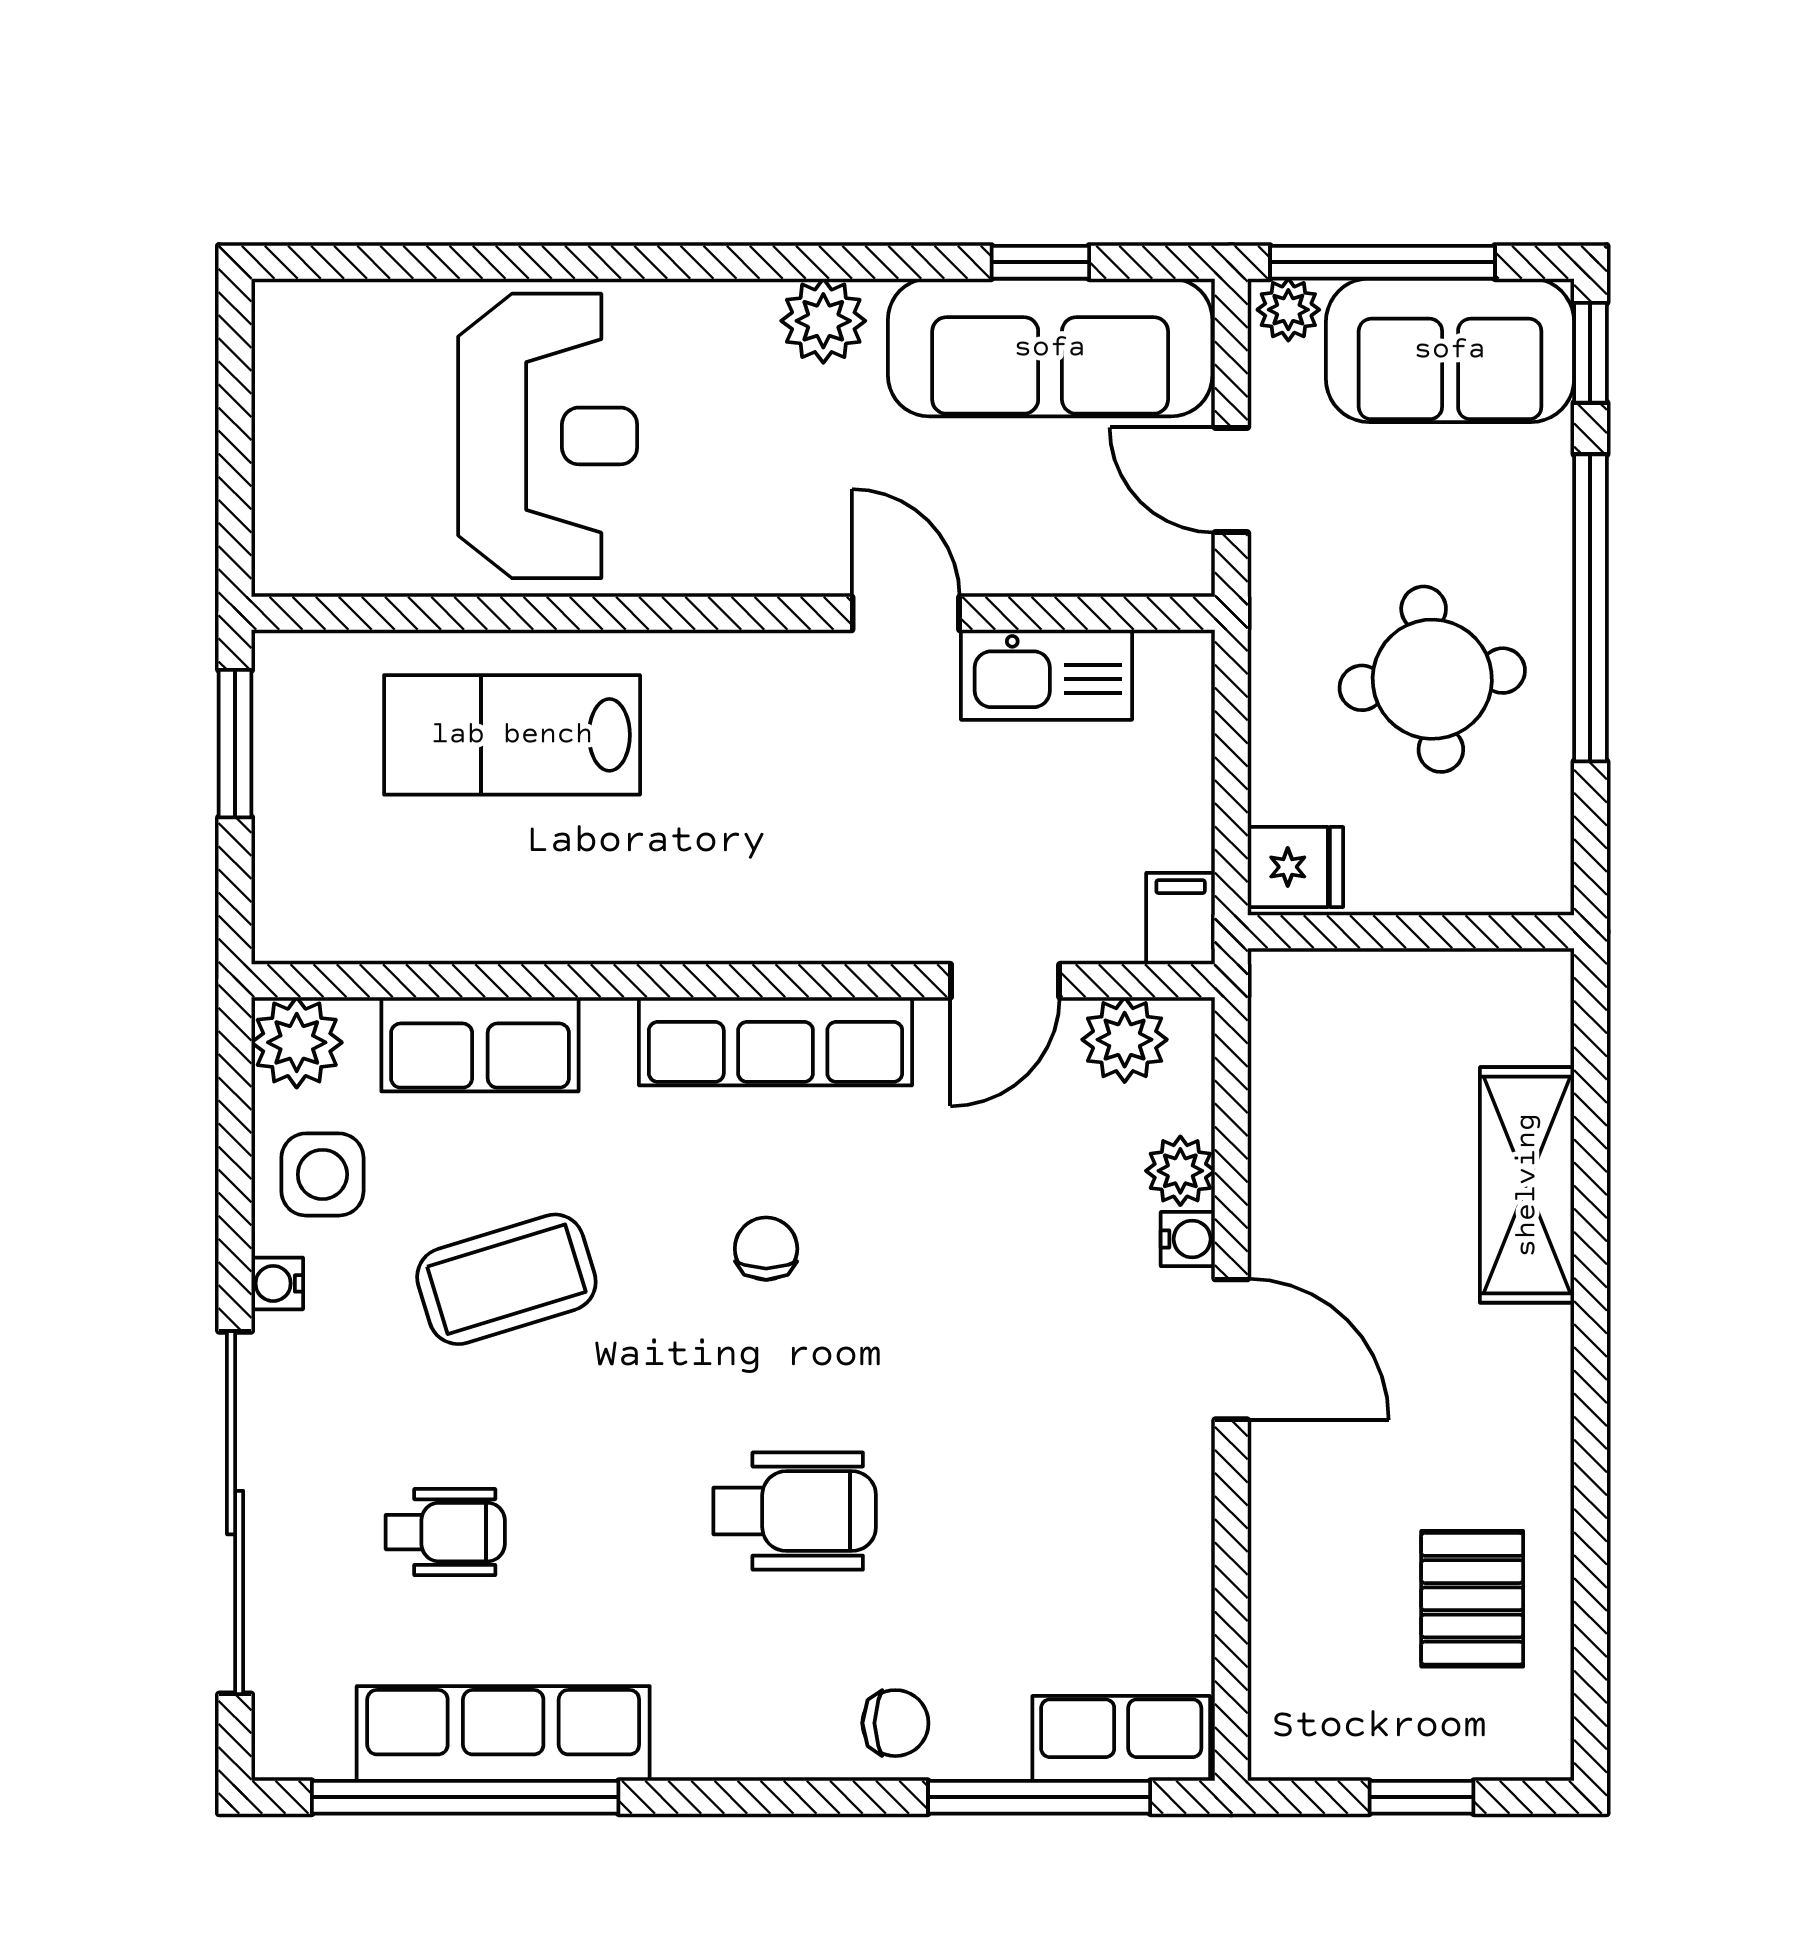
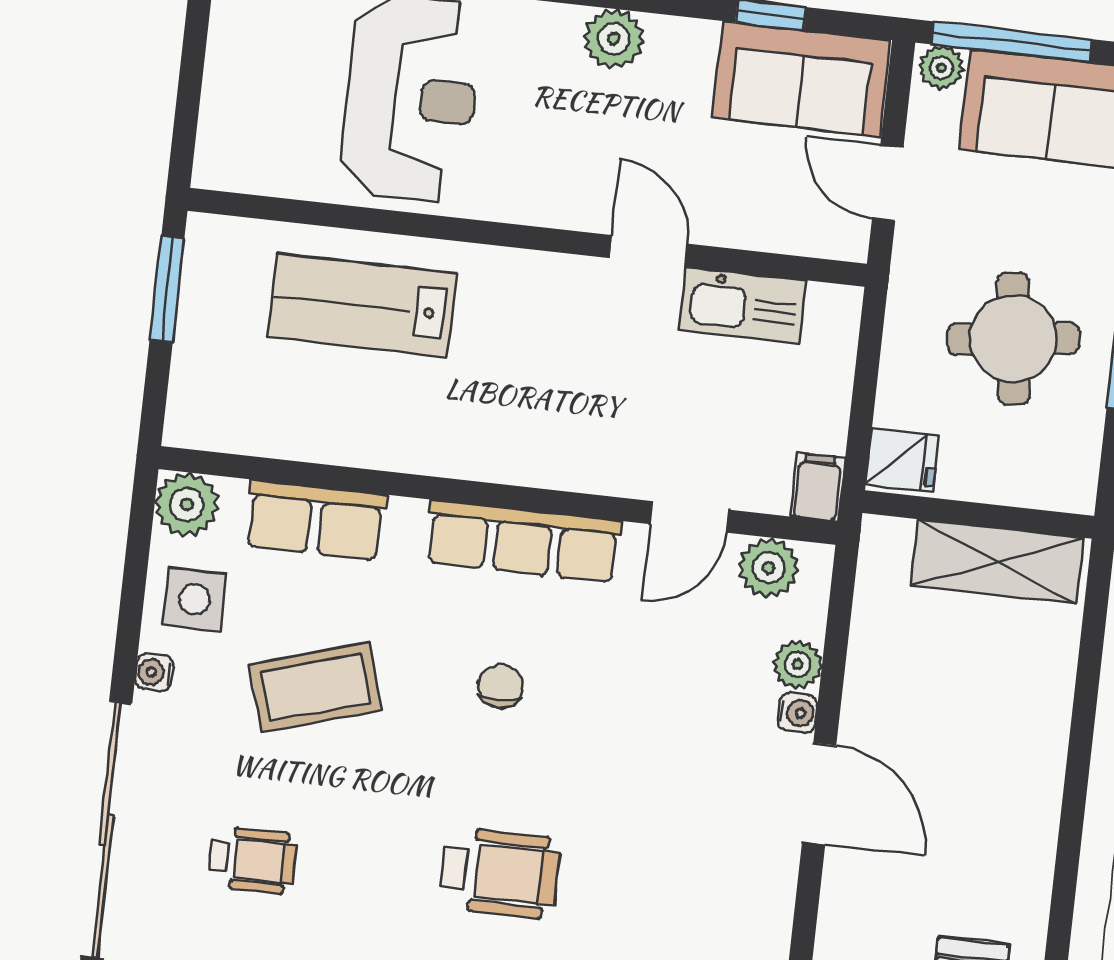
sofa: (1050, 348) -> (801, 79), width x0.73
shelving: (1527, 1185) -> (997, 562), moved, turned 90

